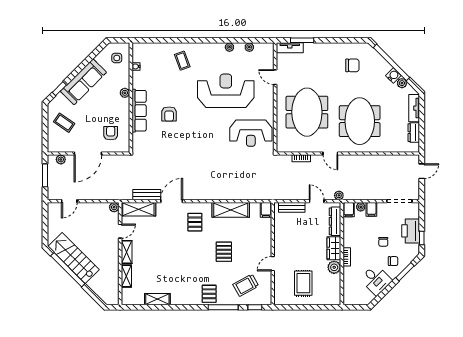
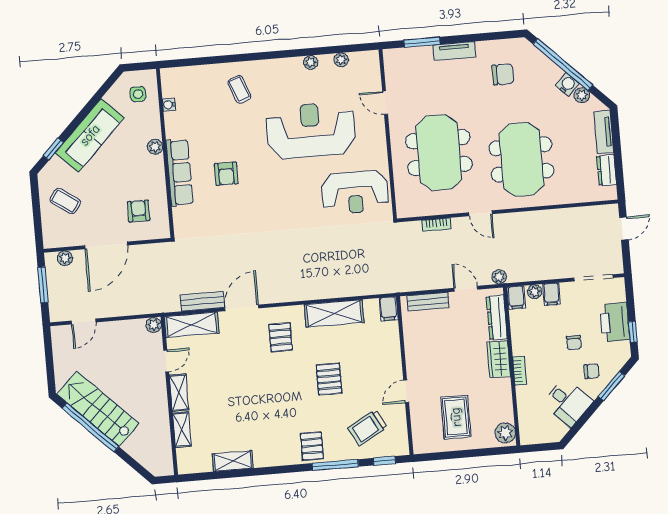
tv unit: (290, 48) -> (454, 51), moved
plant: (334, 267) -> (505, 433), moved

